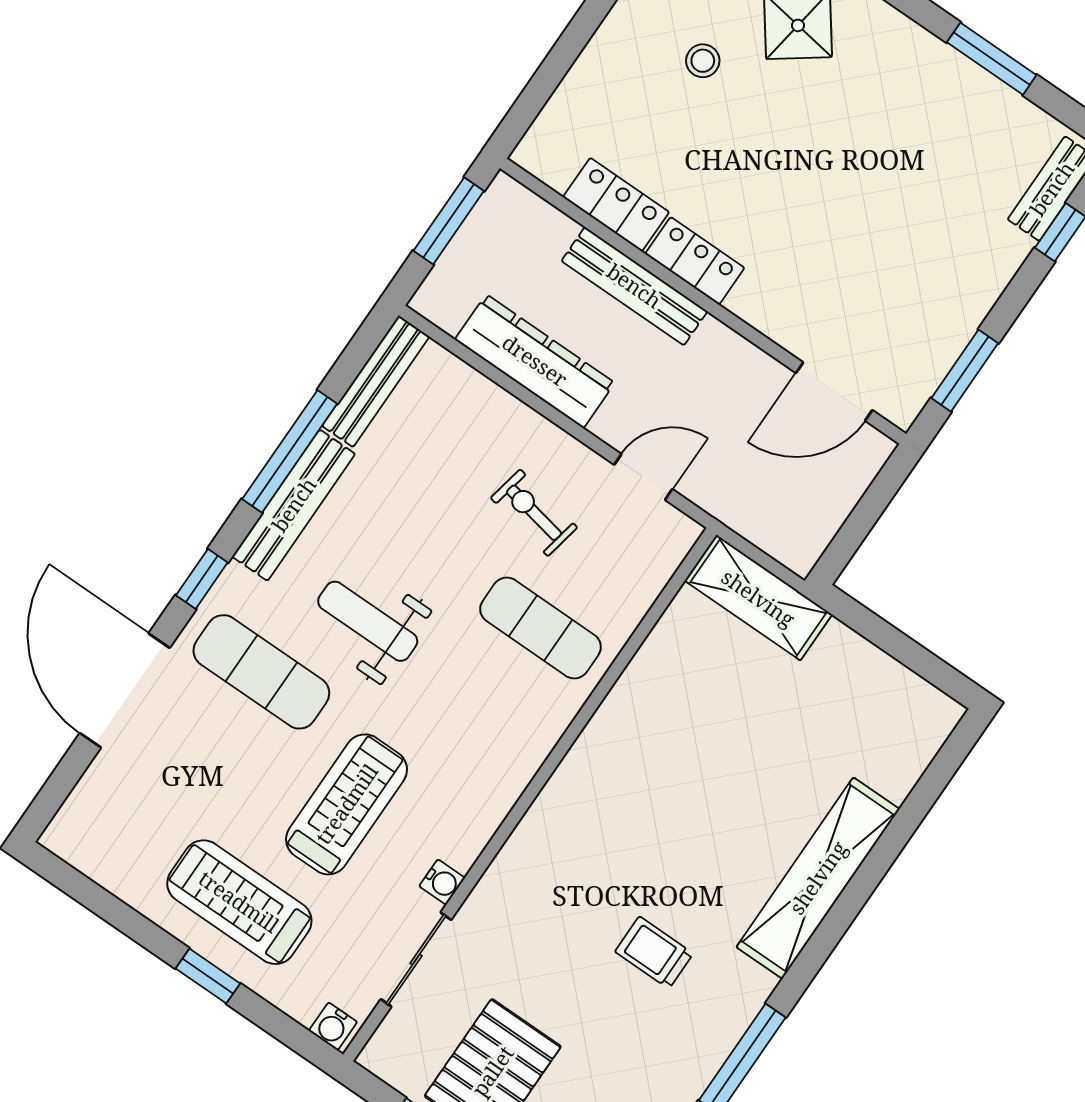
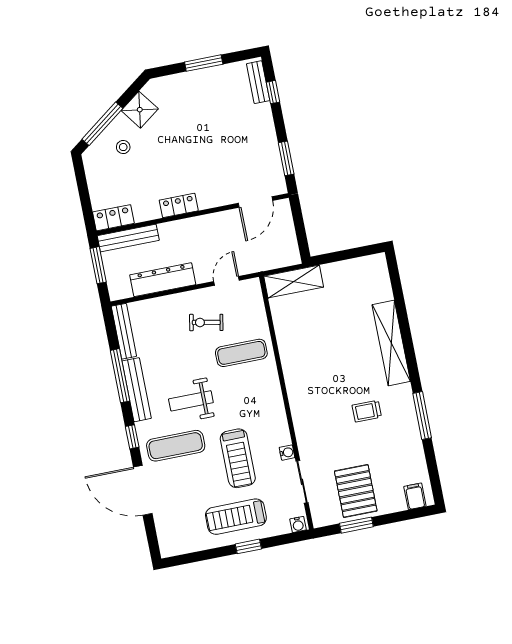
locker: (616, 205) -> (113, 218), moved
bench: (634, 286) -> (128, 238), moved
treadmill: (347, 804) -> (238, 458), turned 180

